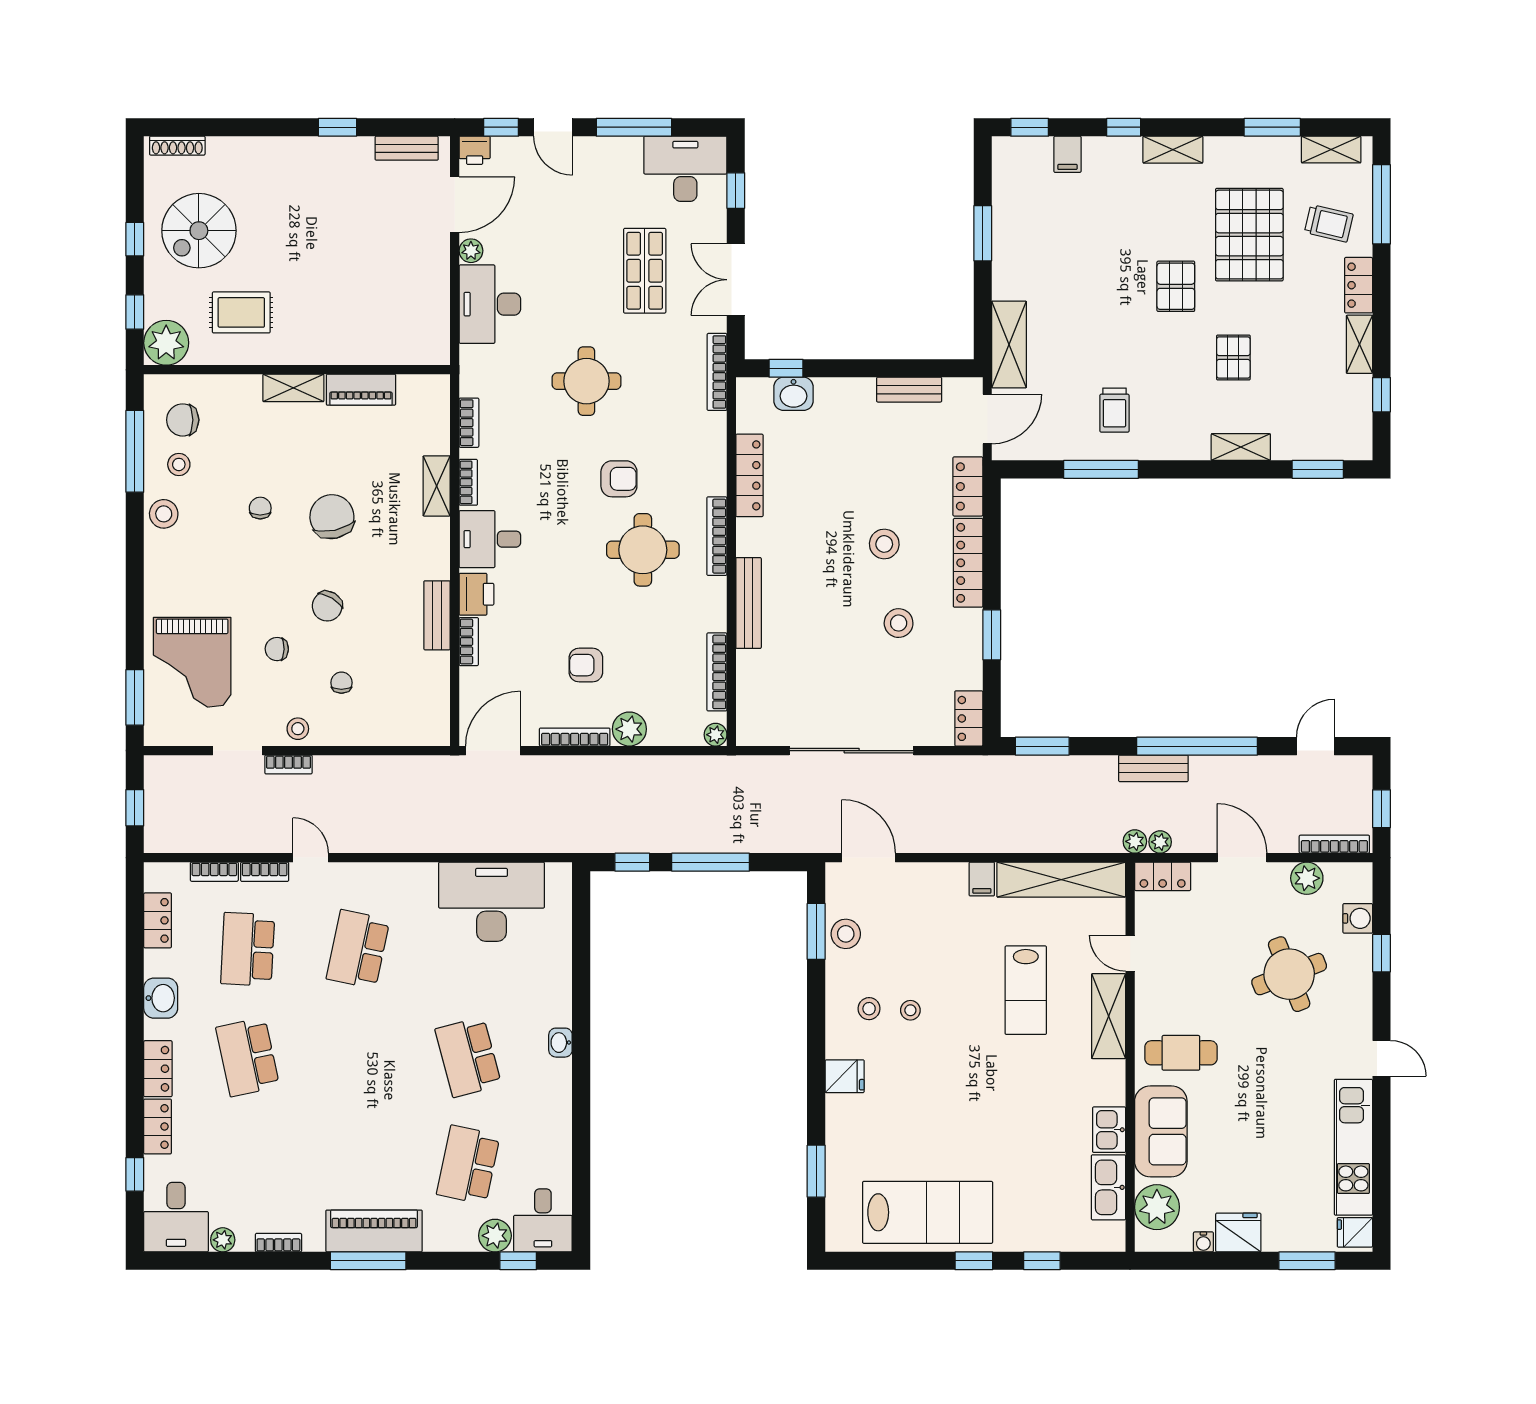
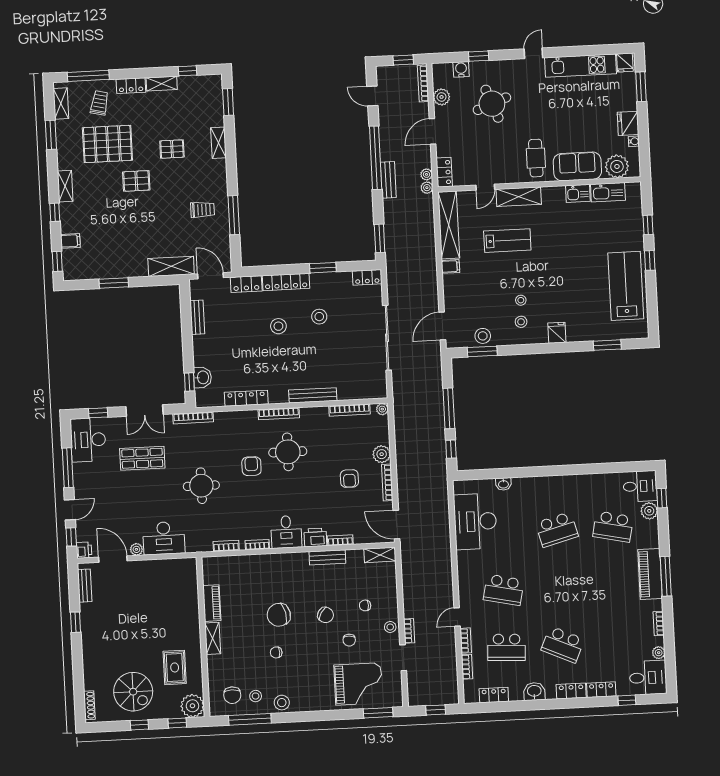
shelving: (437, 486) -> (380, 555), moved
washbasin: (560, 1043) -> (503, 484), moved
school desk: (248, 1057) -> (563, 644), turned 36

